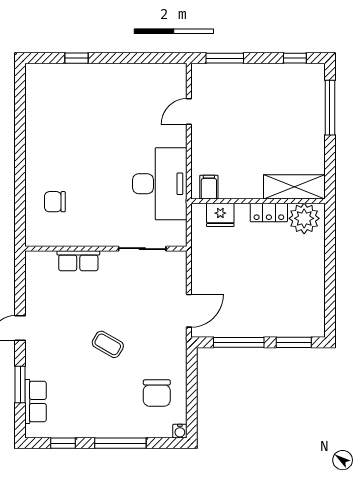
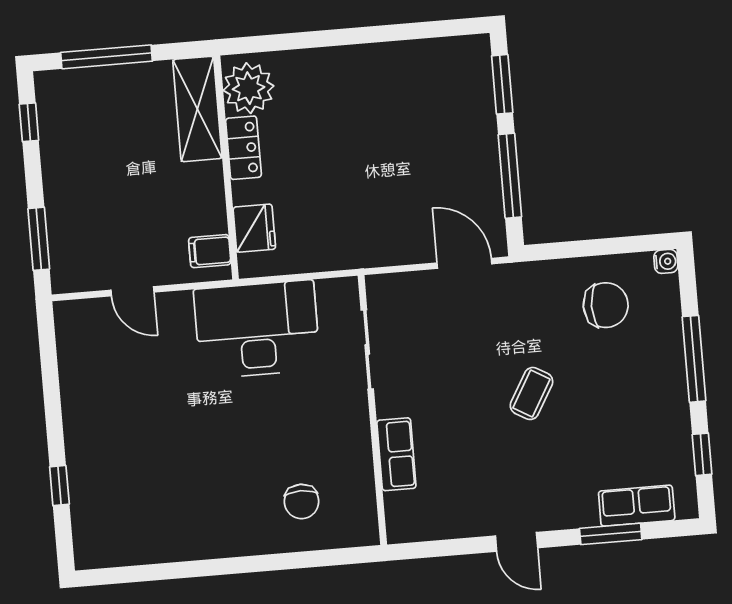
filing cabinet: (209, 187) -> (210, 251), moved
shelving: (294, 187) -> (197, 109), moved
wall: (258, 201) -> (226, 168), moved
locker: (269, 213) -> (244, 148), moved
fridge: (220, 215) -> (254, 228), moved
plant: (304, 218) -> (249, 88), moved

